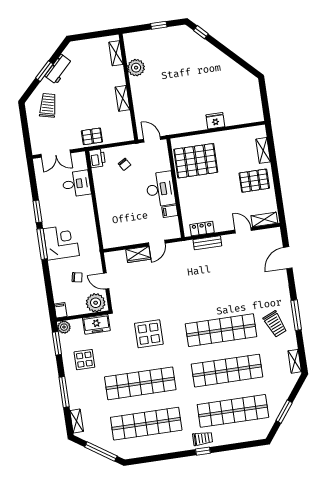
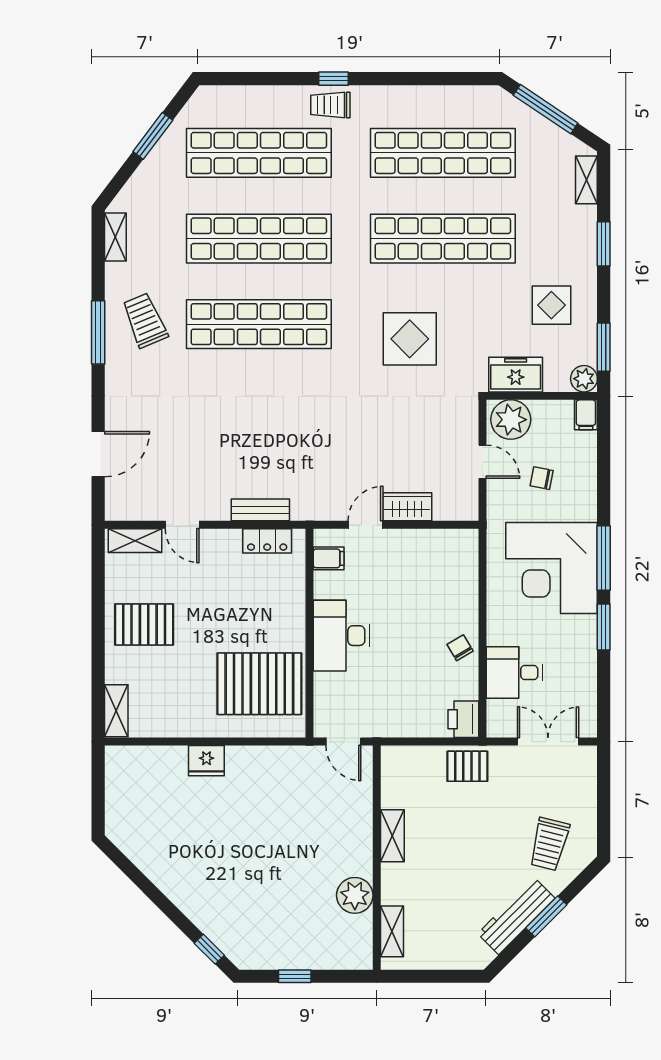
workbench: (58, 69) -> (516, 916), width x1.38
shelving: (263, 150) -> (116, 711), moved
chair: (125, 164) -> (460, 648), moved
filing cabinet: (170, 211) -> (329, 558), moved
corner desk: (61, 242) -> (552, 568), width x1.36, depth x1.36
window: (64, 392) -> (604, 244), width x0.69

